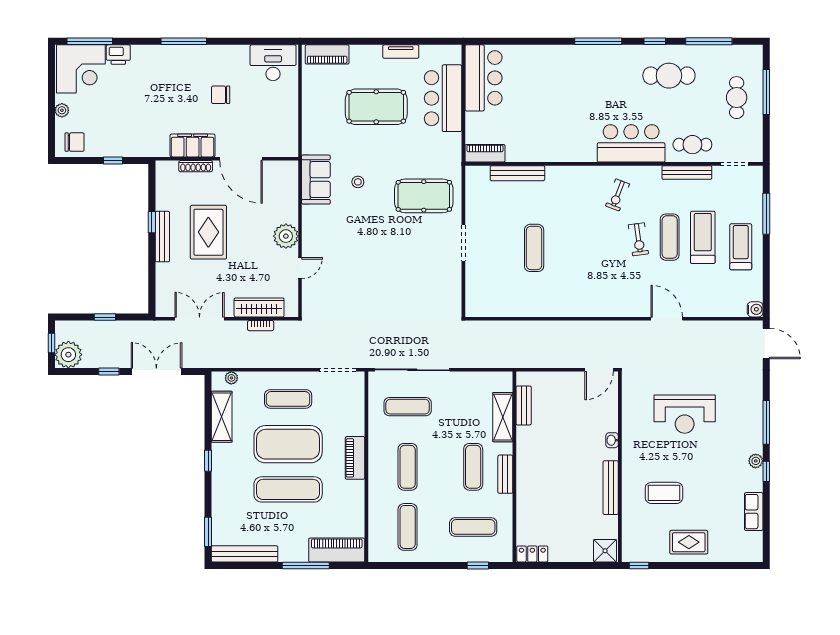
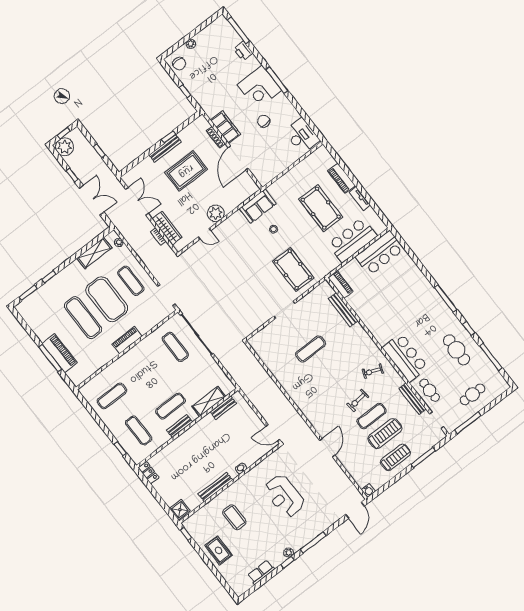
piano: (327, 54) -> (342, 178), moved
corner desk: (81, 69) -> (259, 88), moved
window: (766, 92) -> (468, 423), moved
window: (208, 461) -> (49, 277), moved
exercise mat: (408, 467) -> (144, 371), removed
piano: (337, 550) -> (59, 353), moved
bench: (245, 554) -> (31, 321), removed

